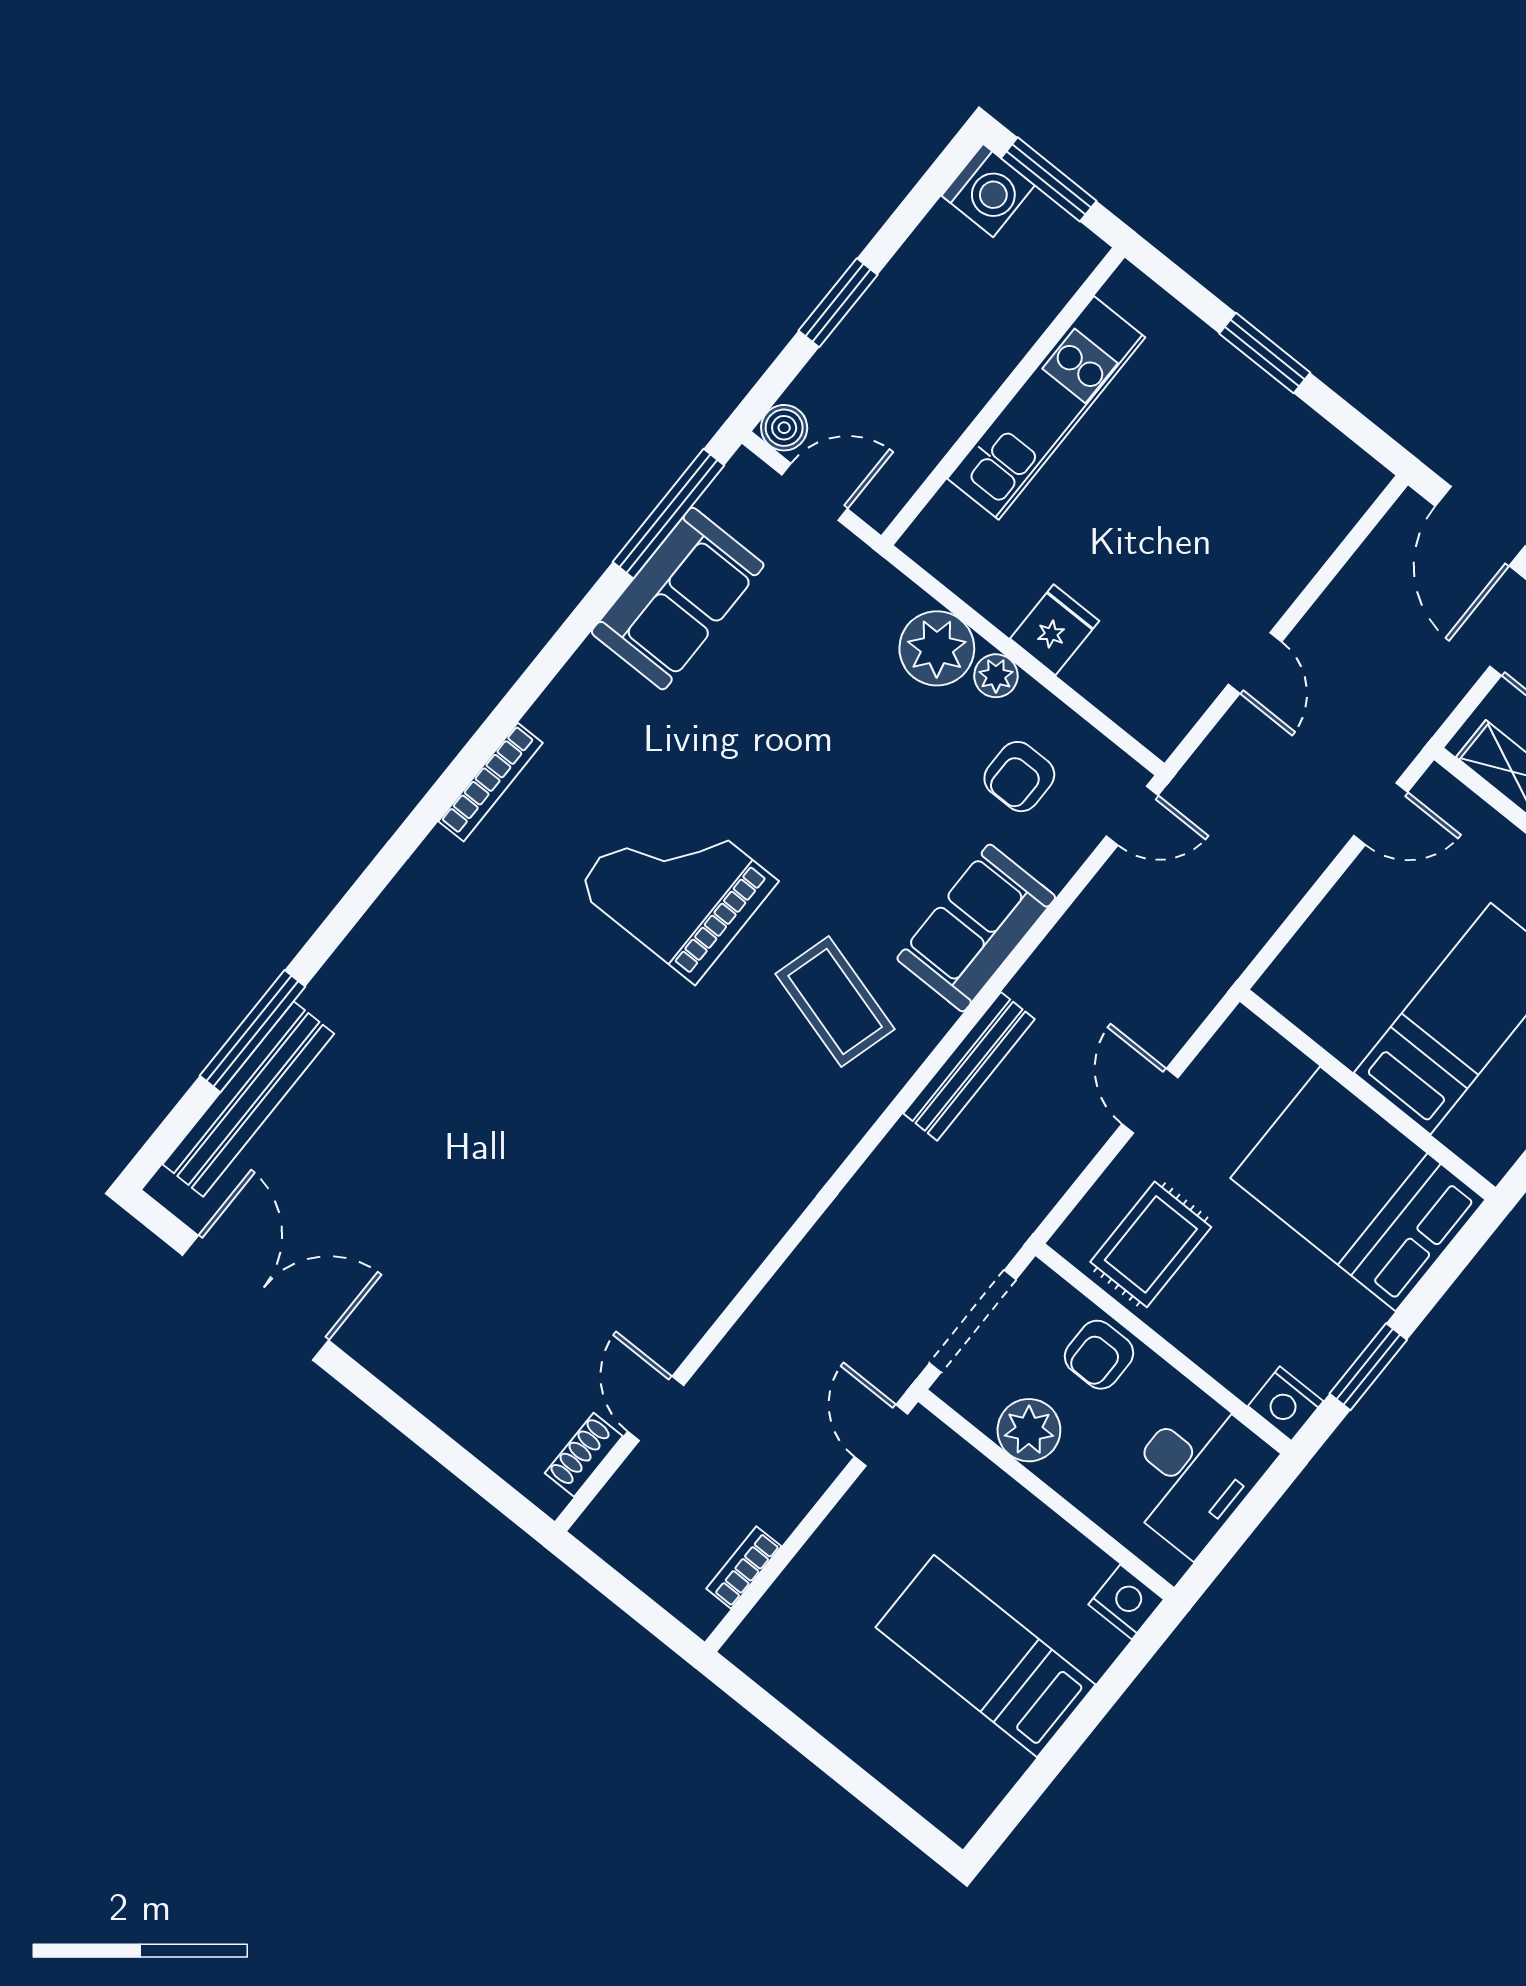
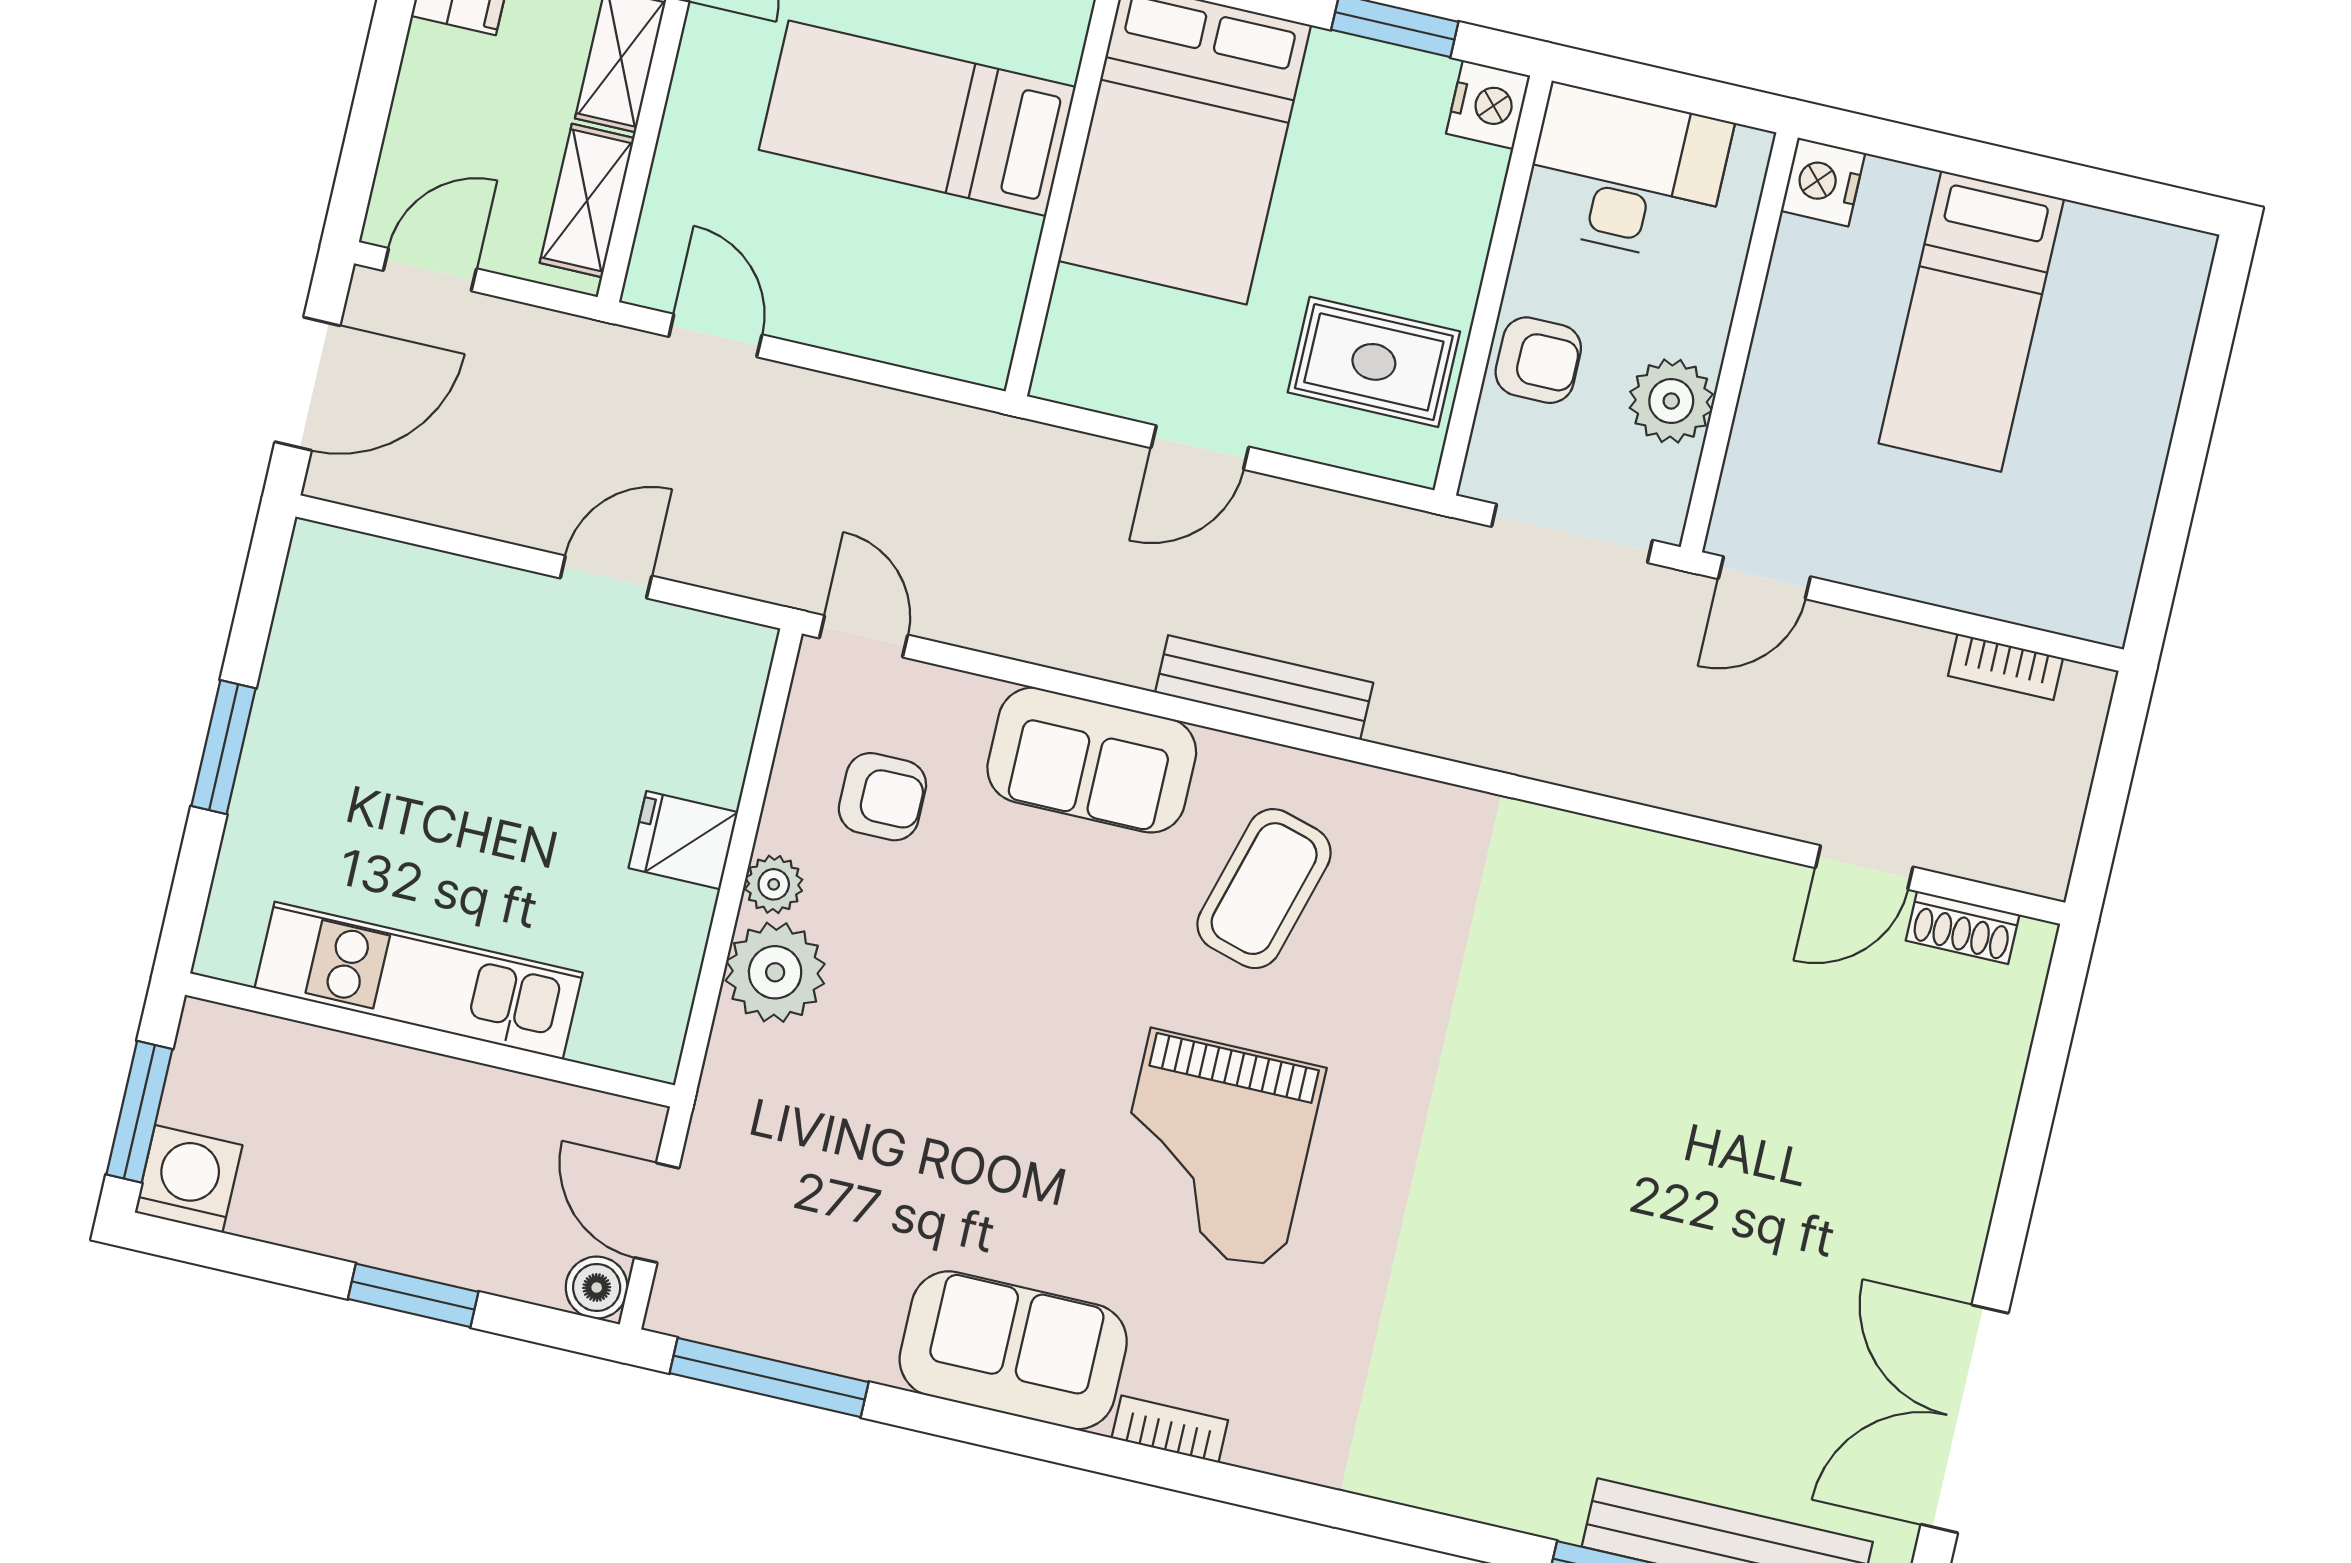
sofa: (678, 599) -> (1013, 1350), moved
bookcase: (491, 782) -> (1170, 1429), width x0.64

